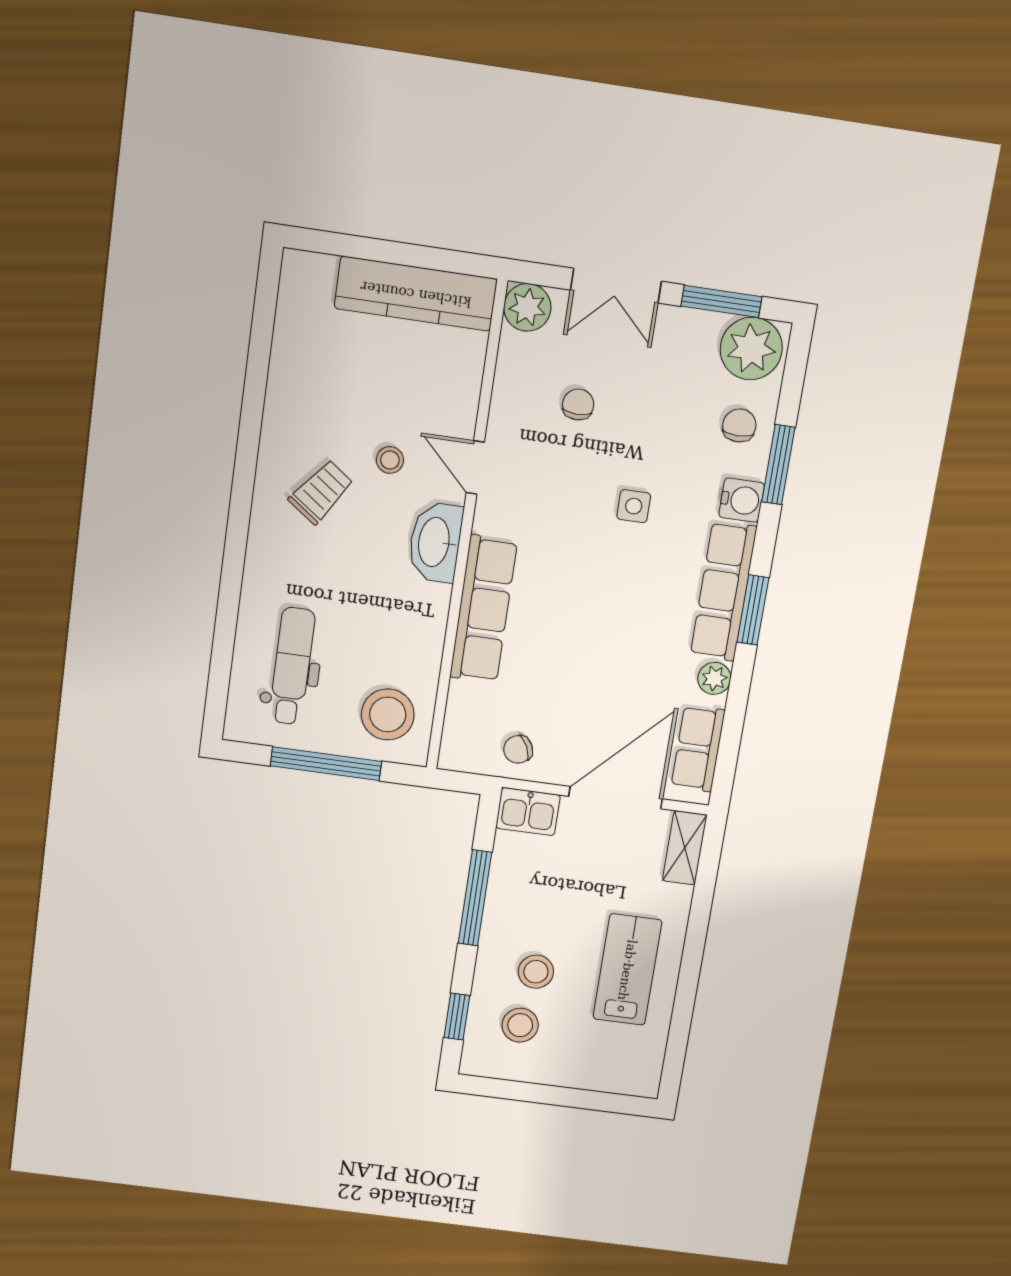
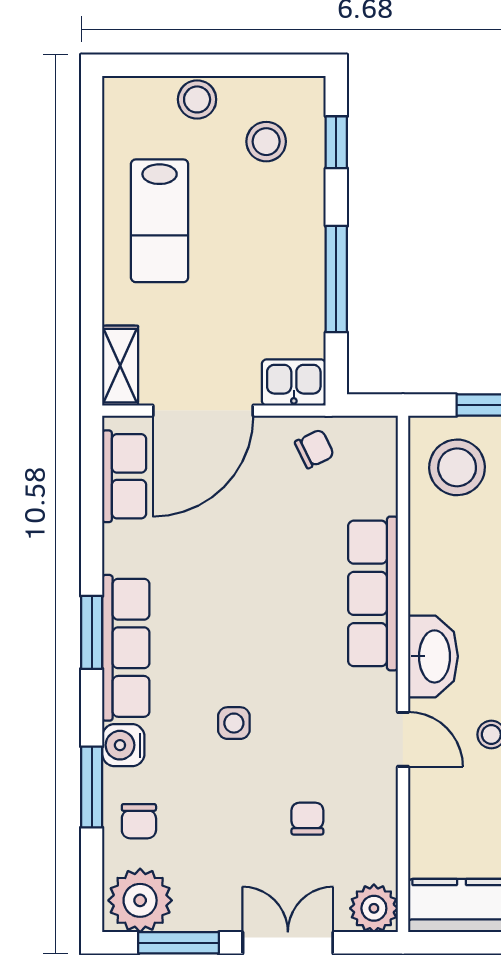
chair: (578, 404) -> (307, 819), turned 180
plant: (714, 678) -> (120, 554), removed
stool: (536, 972) -> (197, 99), moved

